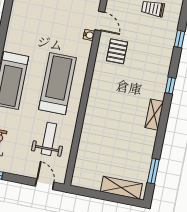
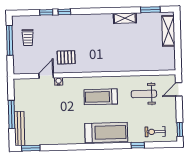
treadmill: (58, 84) -> (101, 97), width x0.73, depth x0.73
window: (170, 85) -> (64, 12), moved
shelving: (154, 115) -> (125, 18), moved

